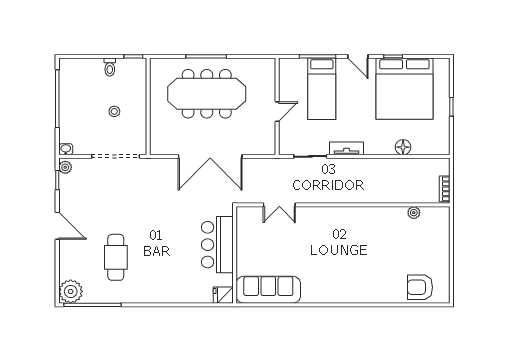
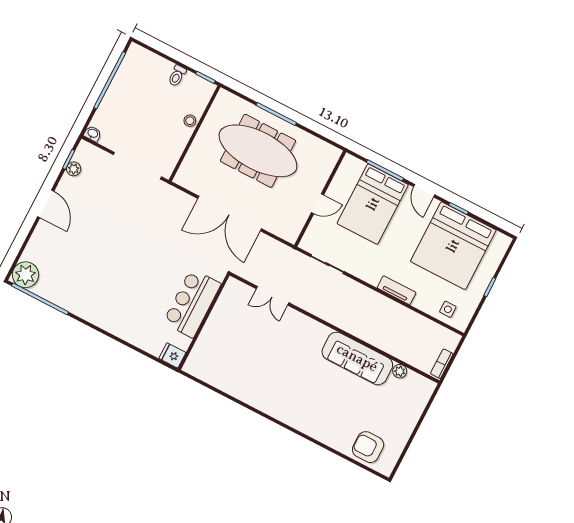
bed: (322, 89) -> (373, 204), width x1.50
stool: (114, 111) -> (190, 121), moved
side table: (427, 142) -> (448, 309), added
floor lamp: (403, 147) -> (422, 302), removed
tv unit: (346, 148) -> (397, 290), moved
plant: (65, 167) -> (74, 169), moved
cafe table: (116, 257) -> (87, 264), removed
sofa: (268, 290) -> (357, 358), moved, turned 180

